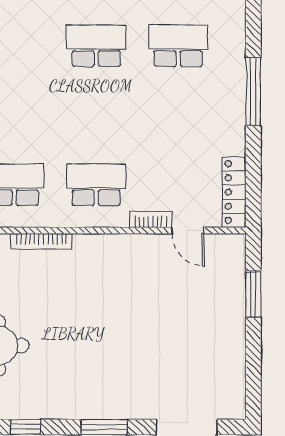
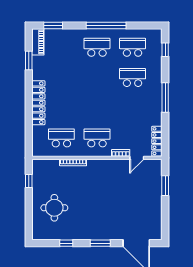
school desk: (96, 46) -> (97, 78), removed
door: (188, 231) -> (137, 158), hinge flipped

